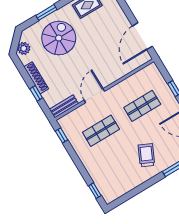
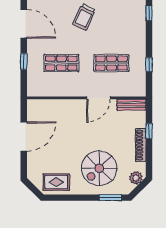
window: (46, 12) -> (110, 198), moved
door: (142, 36) -> (24, 136), moved
window: (62, 135) -> (149, 65), moved

